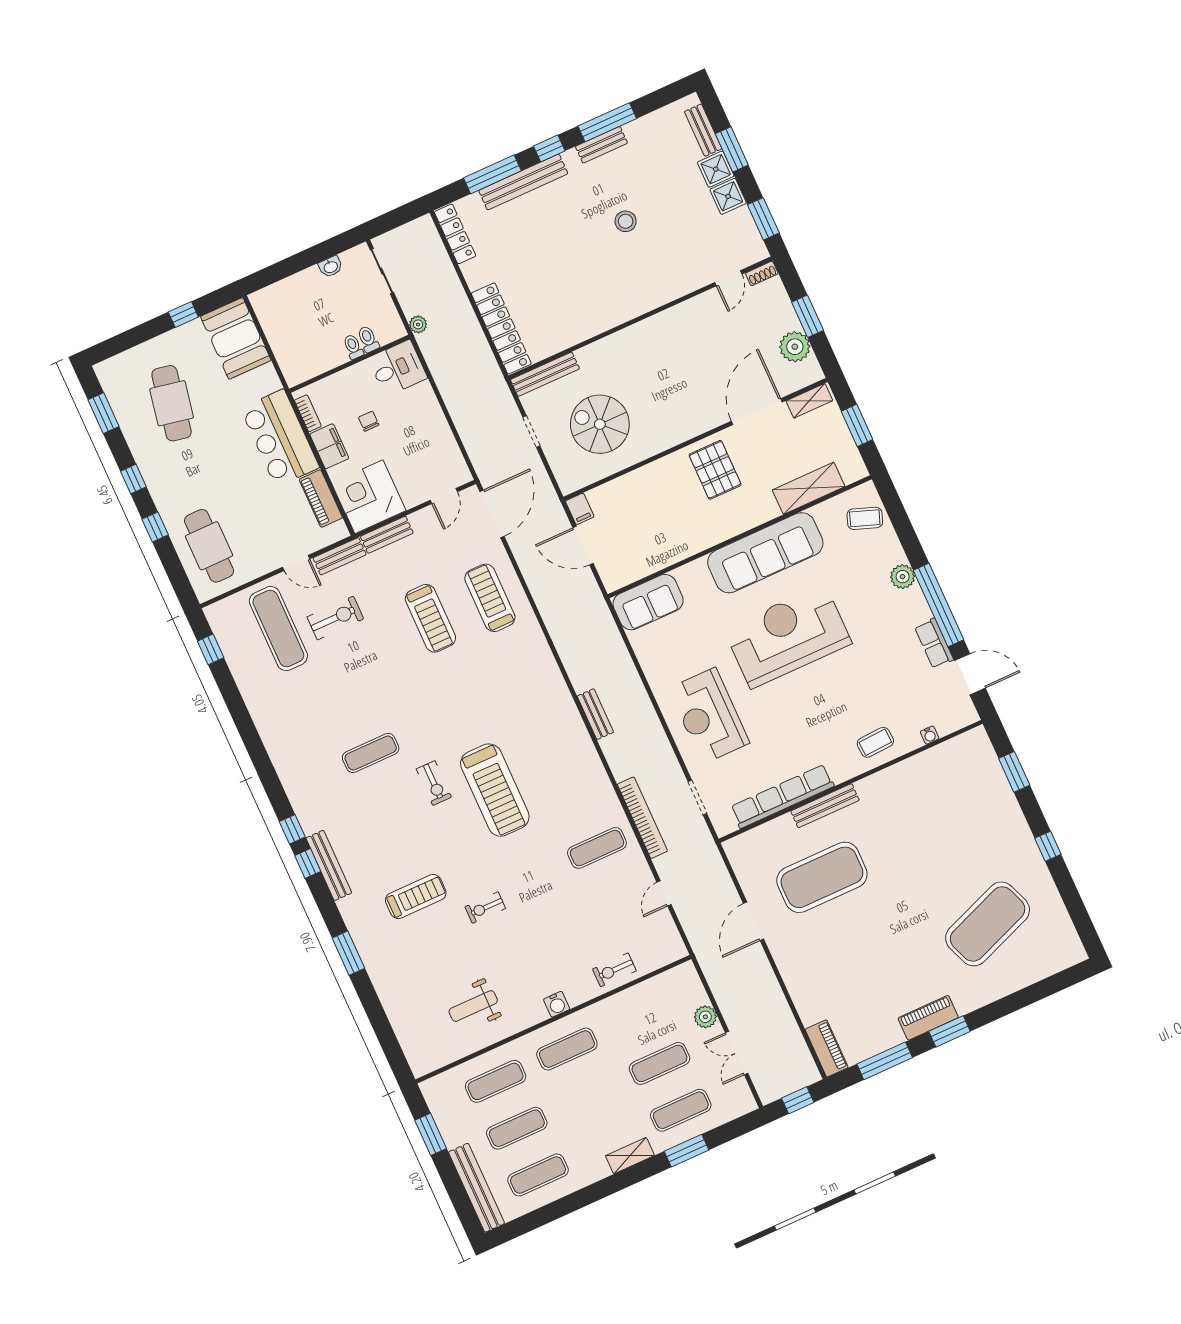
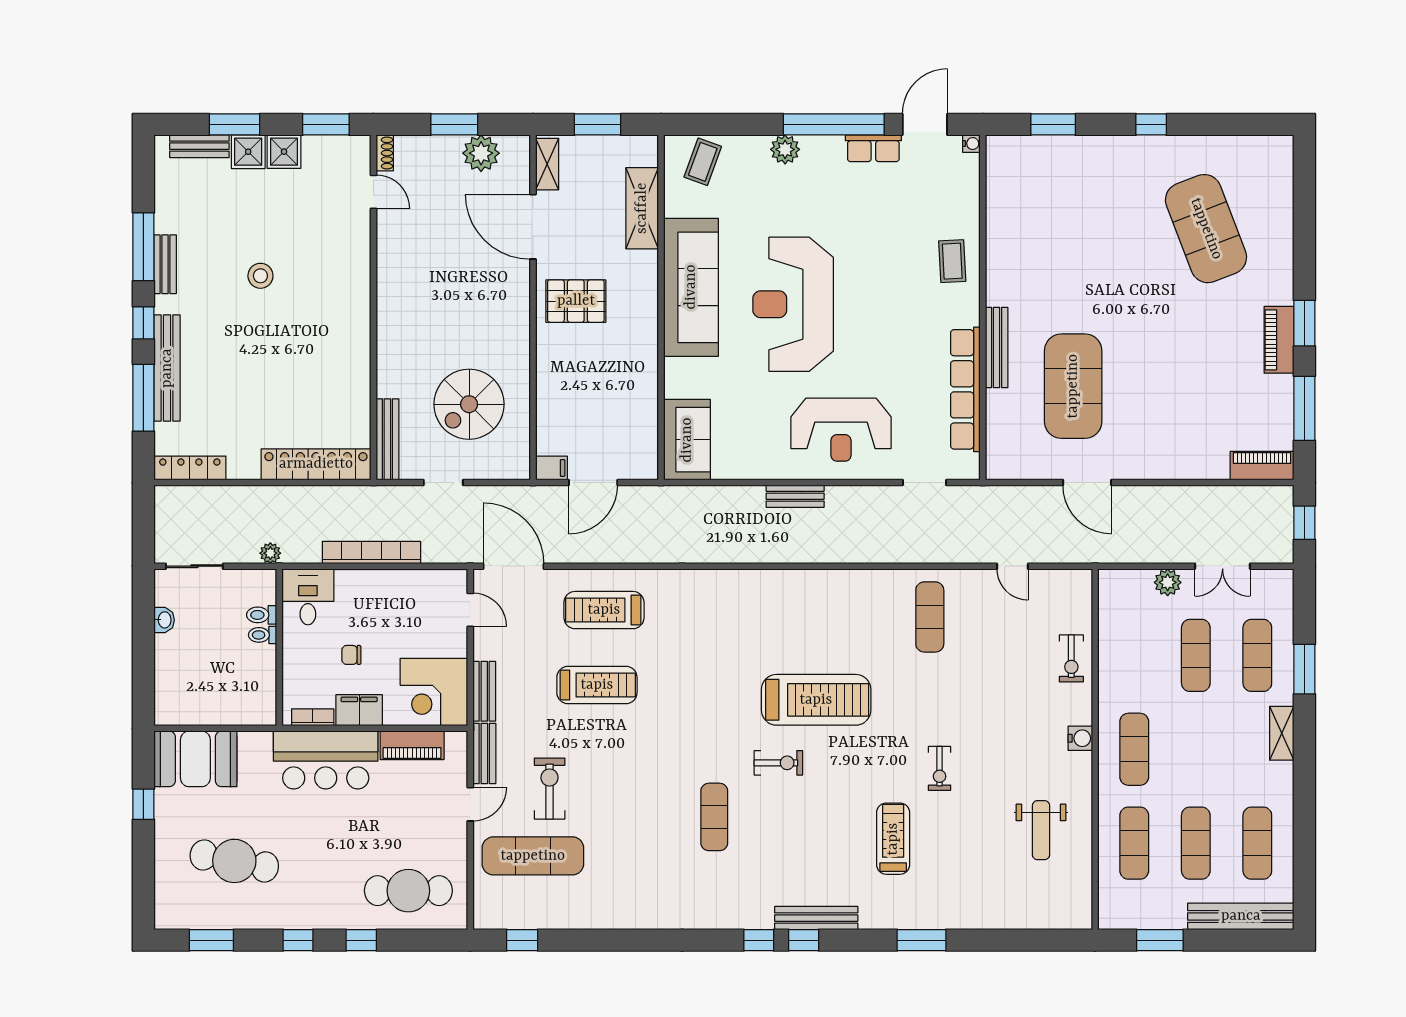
bench: (595, 714) -> (795, 496), moved
water cooler: (930, 735) -> (971, 144), moved
bookcase: (642, 818) -> (371, 552), moved

